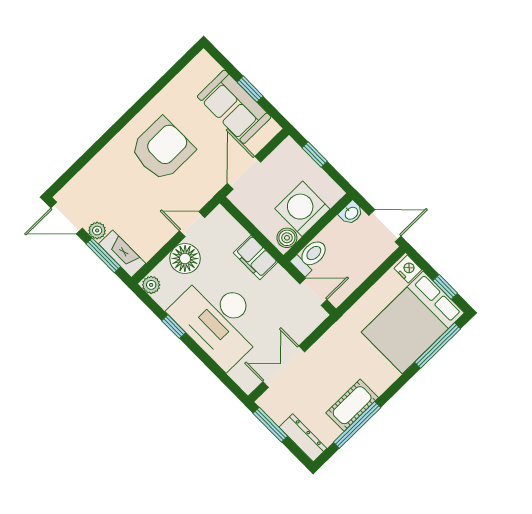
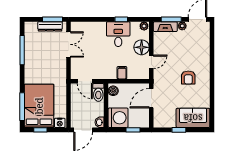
sofa: (234, 107) -> (193, 118), moved
armchair: (162, 149) -> (188, 78), width x0.53, depth x0.53
door: (244, 173) -> (151, 98), swing flipped
washing machine: (302, 209) -> (118, 118), moved
filing cabinet: (255, 258) -> (122, 73), width x0.50
door: (313, 292) -> (85, 81), hinge flipped
desk: (219, 320) -> (118, 34), width x0.53, depth x0.77
cot: (352, 405) -> (31, 55), removed
dresser: (303, 438) -> (50, 26), moved

